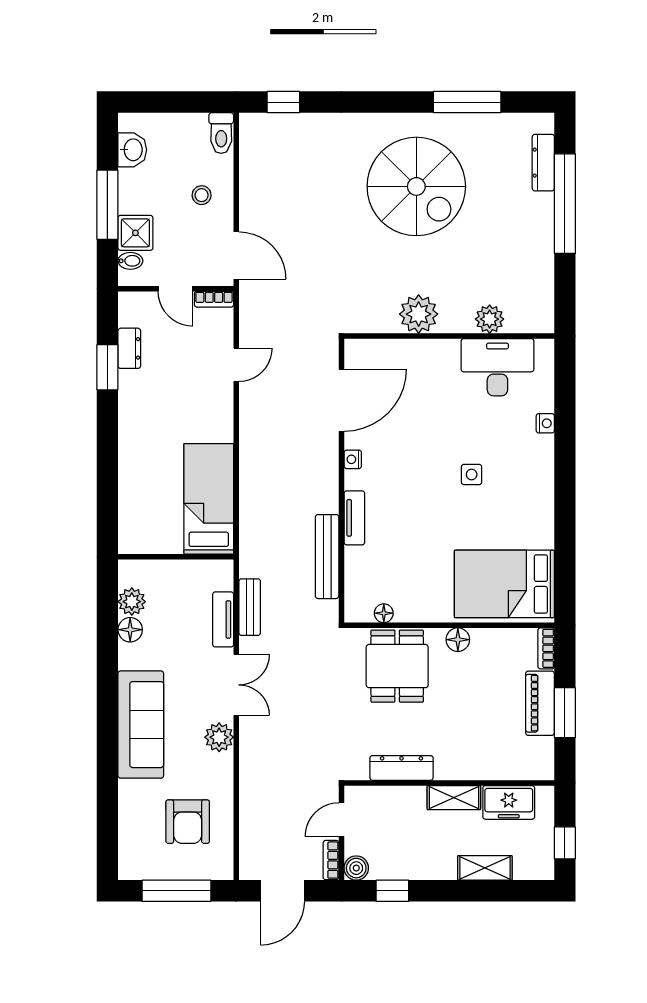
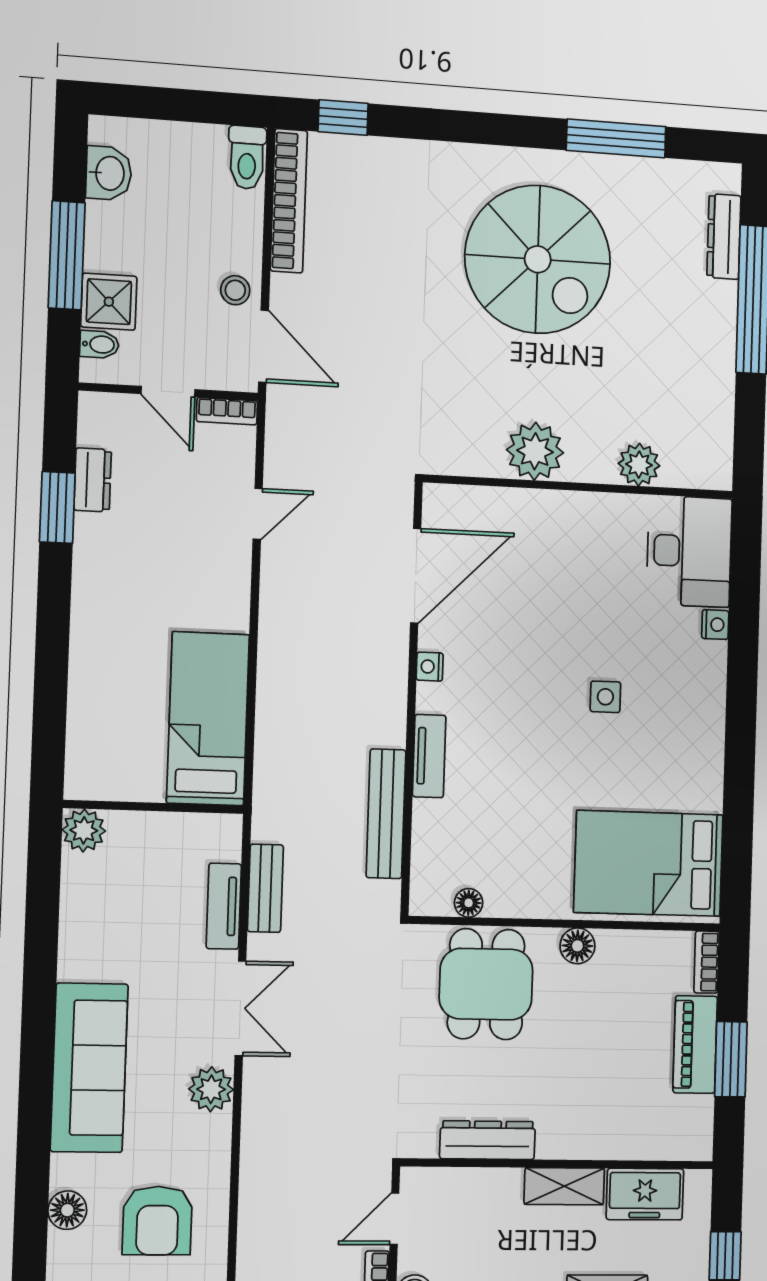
bookcase: (250, 159) -> (289, 201), added
stool: (202, 195) -> (235, 290), moved
desk: (497, 367) -> (689, 551), moved, turned 90
plant: (132, 602) -> (84, 830), moved
floor lamp: (130, 630) -> (67, 1210), moved

